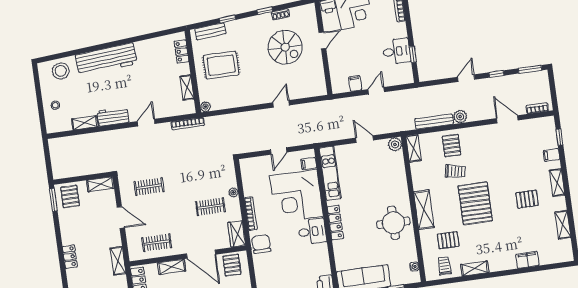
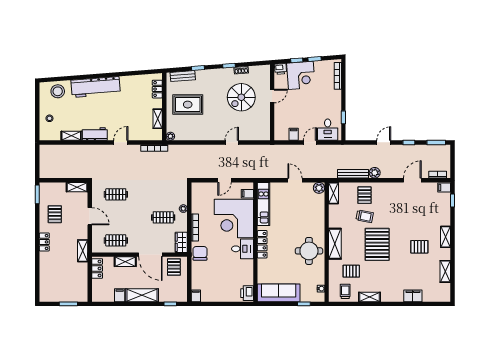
spiral stairs: (285, 47) -> (241, 97), turned 90
desk: (396, 51) -> (328, 130), moved, turned 90
door: (507, 119) -> (412, 180), hinge flipped
filing cabinet: (552, 155) -> (444, 187), moved
pallet: (70, 196) -> (55, 214), moved

